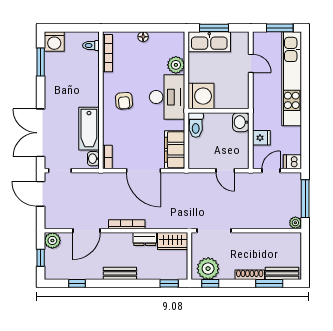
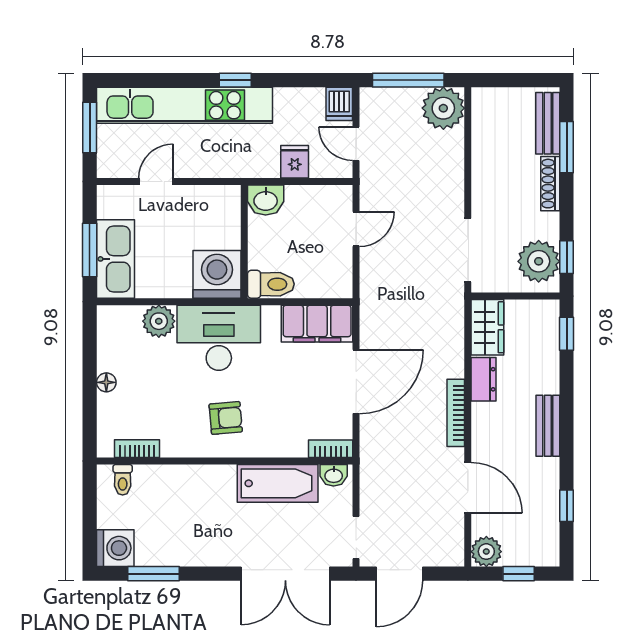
bookcase: (108, 53) -> (137, 449), width x0.64
window: (305, 106) -> (235, 80), added
plant: (295, 223) -> (443, 108), width x1.88, depth x1.88

